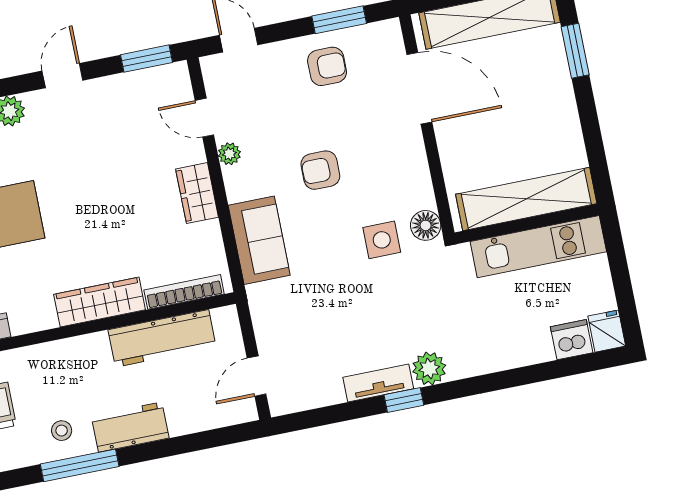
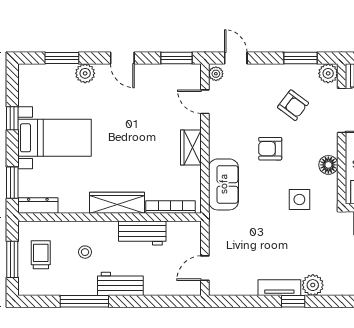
plant: (387, 35) -> (328, 73), added
armchair: (327, 66) -> (293, 105), moved, turned 37
door: (62, 76) -> (122, 58), swing flipped
plant: (229, 154) -> (216, 74), moved
floor lamp: (426, 225) -> (328, 165), moved
workbench: (162, 338) -> (142, 233), width x0.73
stool: (62, 431) -> (85, 252), moved

